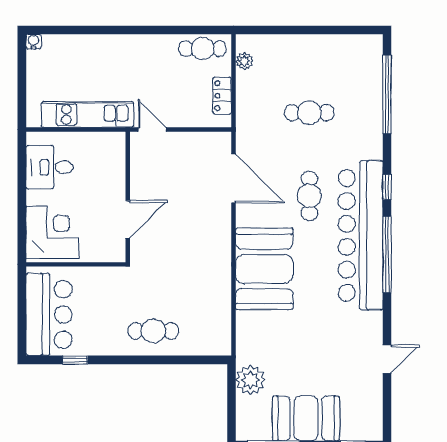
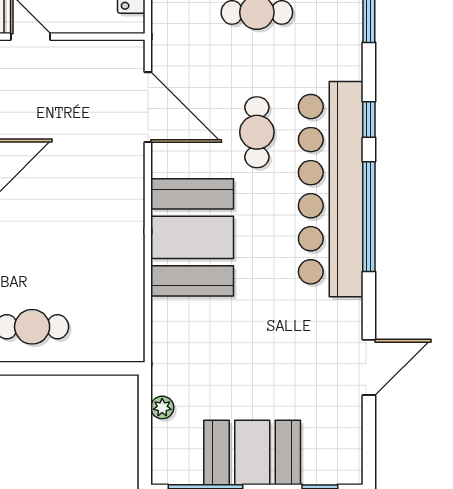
door: (387, 359) -> (369, 367), width x1.38
plant: (250, 380) -> (162, 407), width x0.53, depth x0.53

